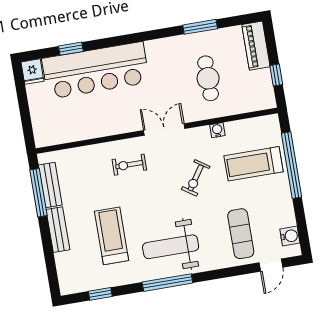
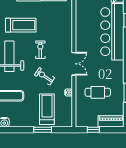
exercise bike: (129, 165) -> (40, 50), moved
window: (292, 165) -> (43, 130), width x0.47

